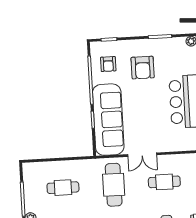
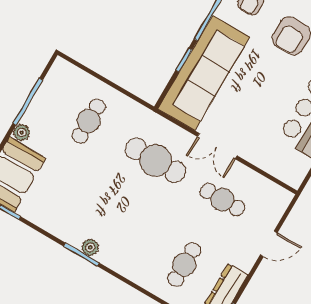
cafe table: (114, 185) -> (156, 160), turned 90
cafe table: (63, 188) -> (89, 121), turned 90

